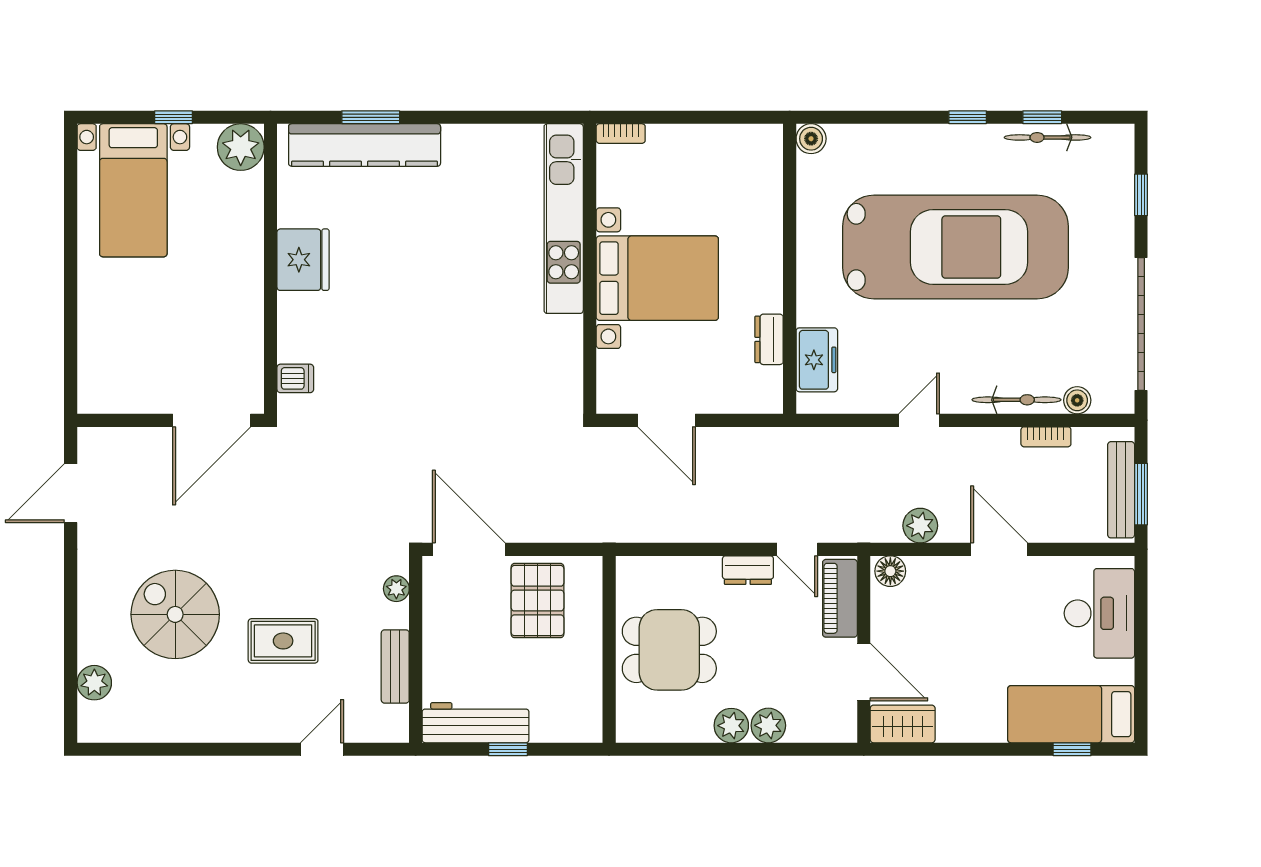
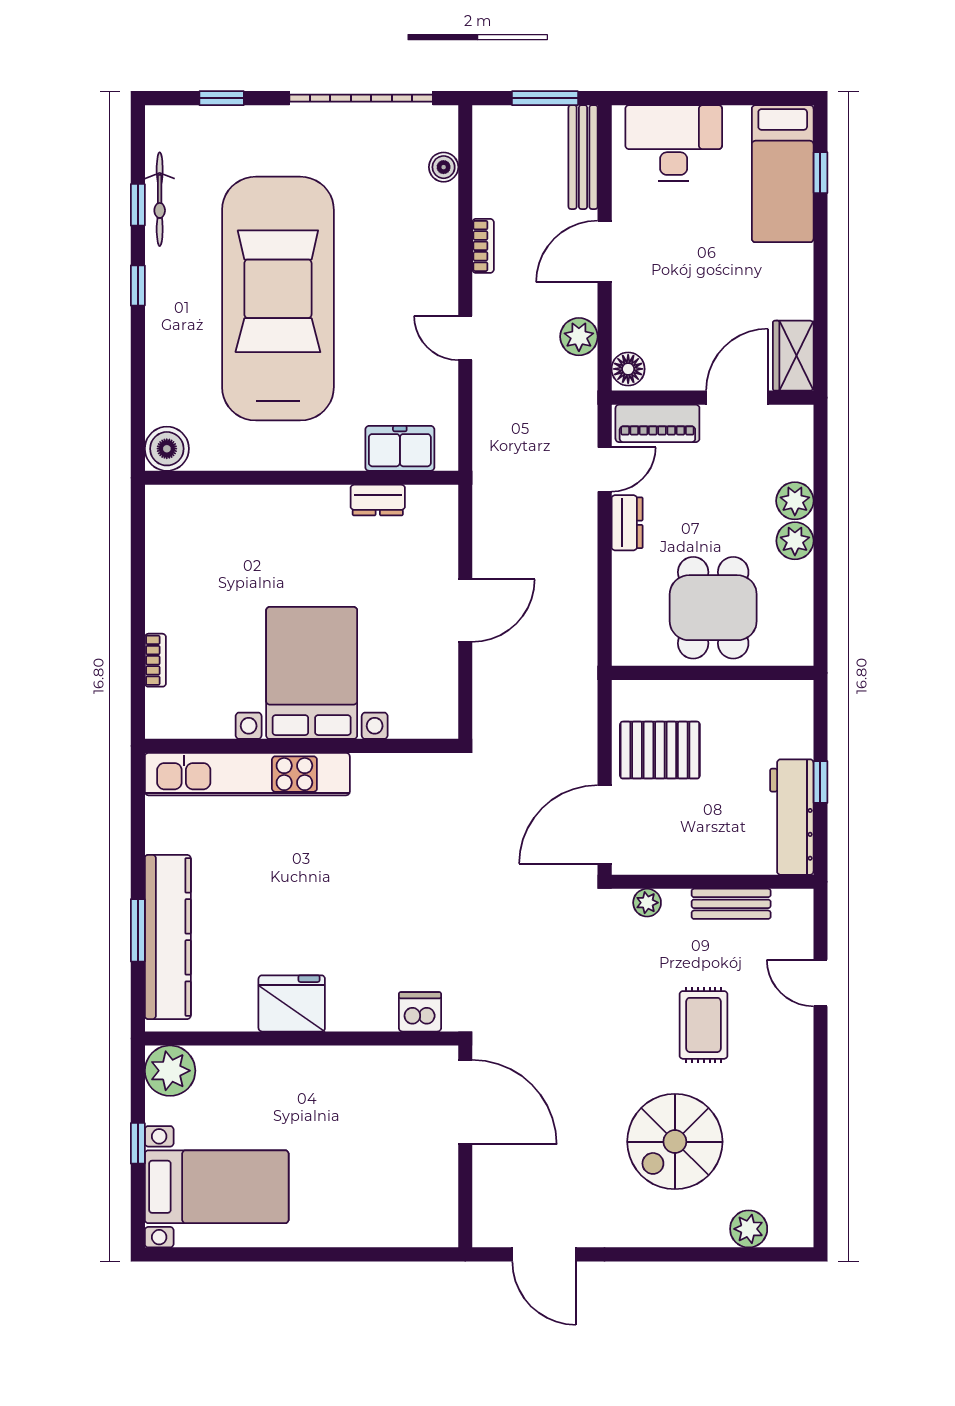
boiler: (811, 139) -> (167, 449), width x1.36, depth x1.36
kitchen unit: (564, 219) -> (247, 774), moved
wall: (590, 269) -> (302, 746), moved
bed with nightstands: (657, 278) -> (312, 673), moved
dishwasher: (295, 378) -> (420, 1012), width x1.38
bicycle: (1016, 400) -> (443, 233), removed
bookcase: (1046, 437) -> (483, 246), moved
bench: (1121, 490) -> (583, 157), moved, turned 90

